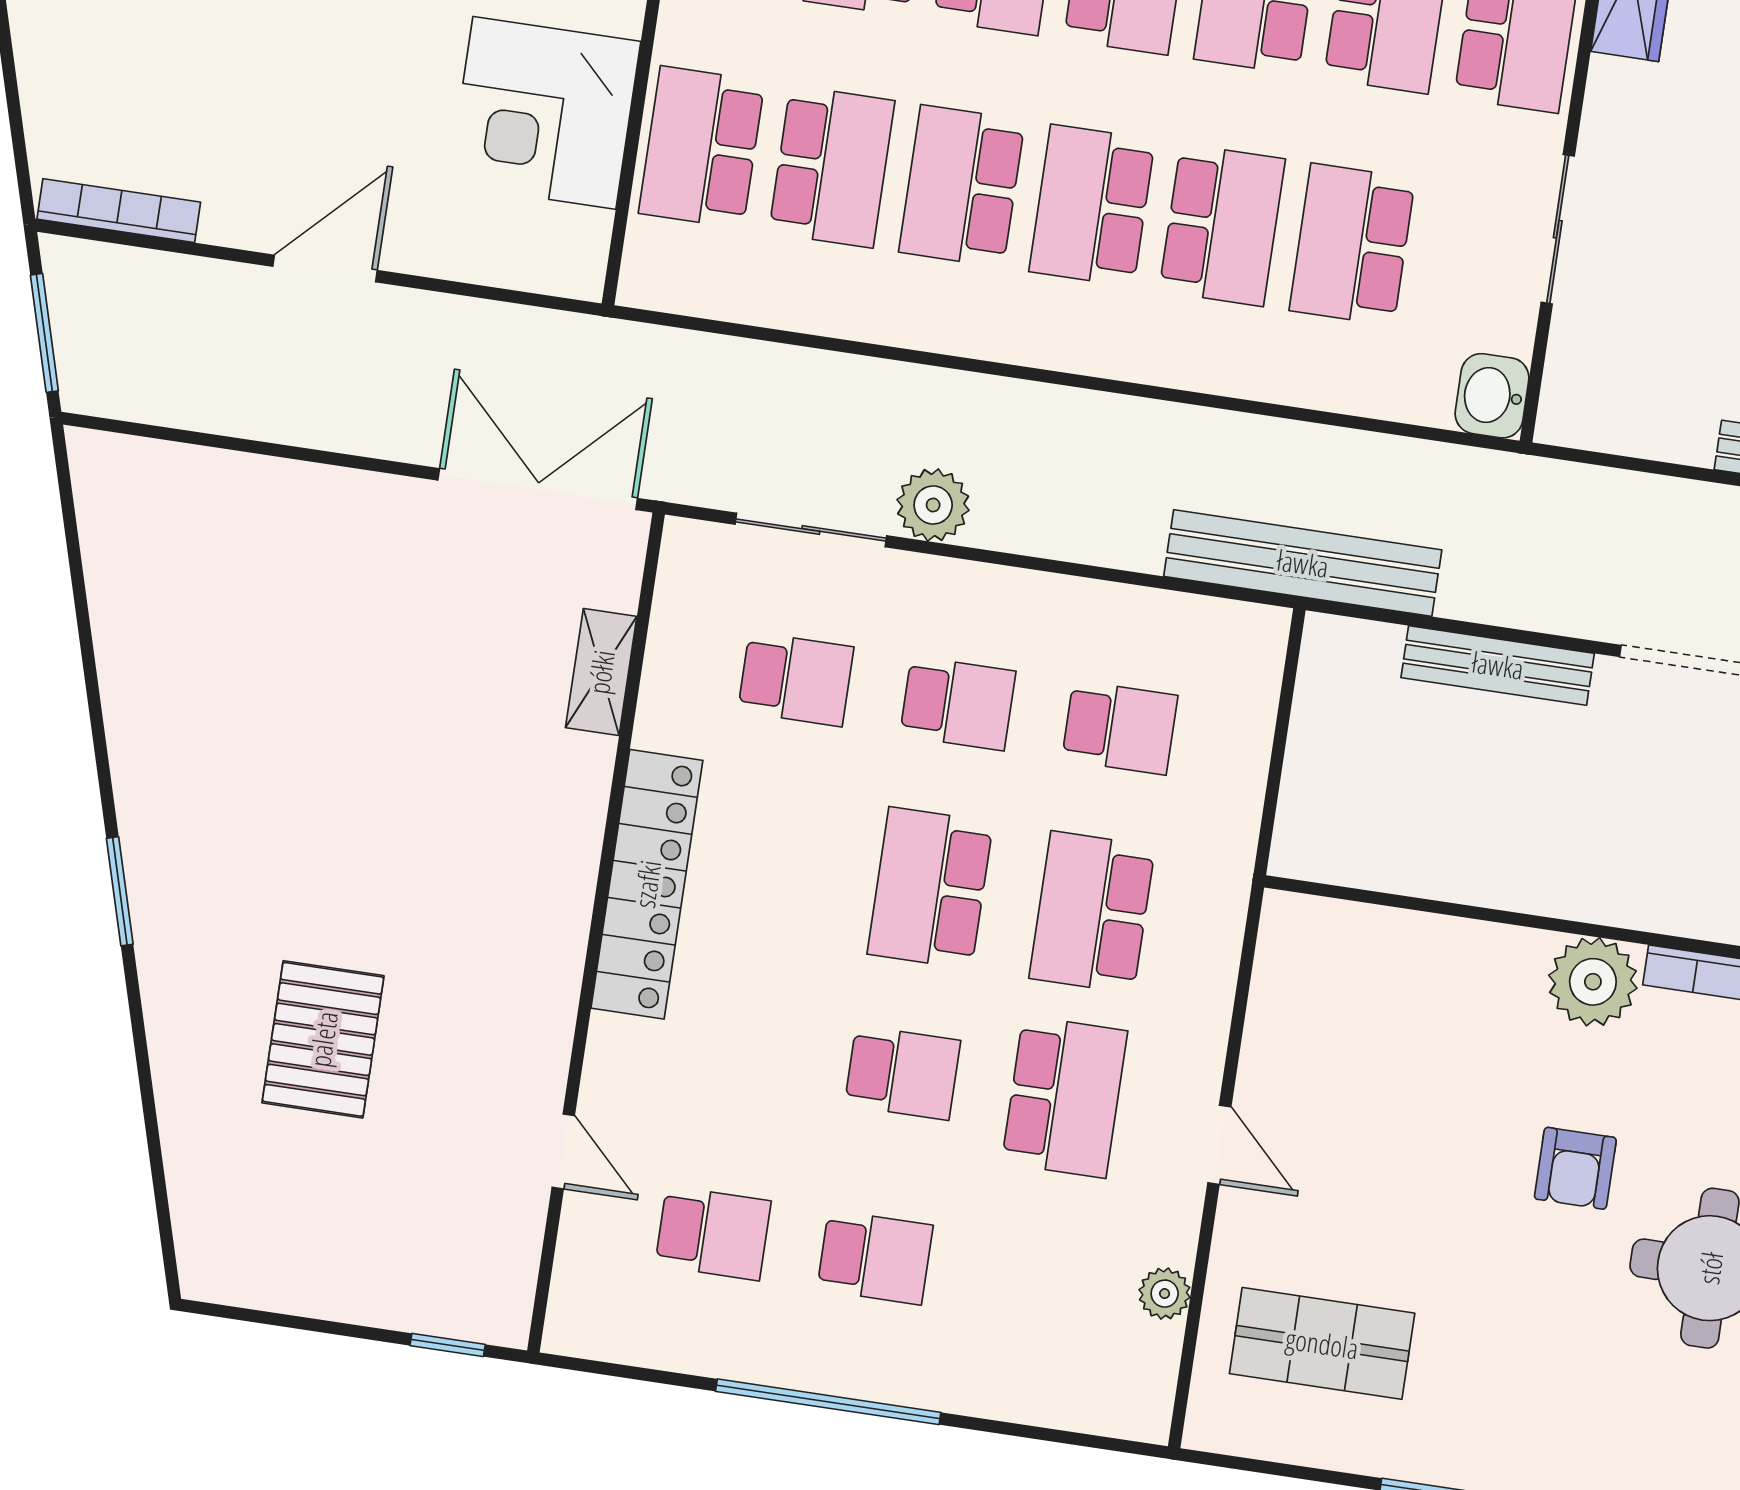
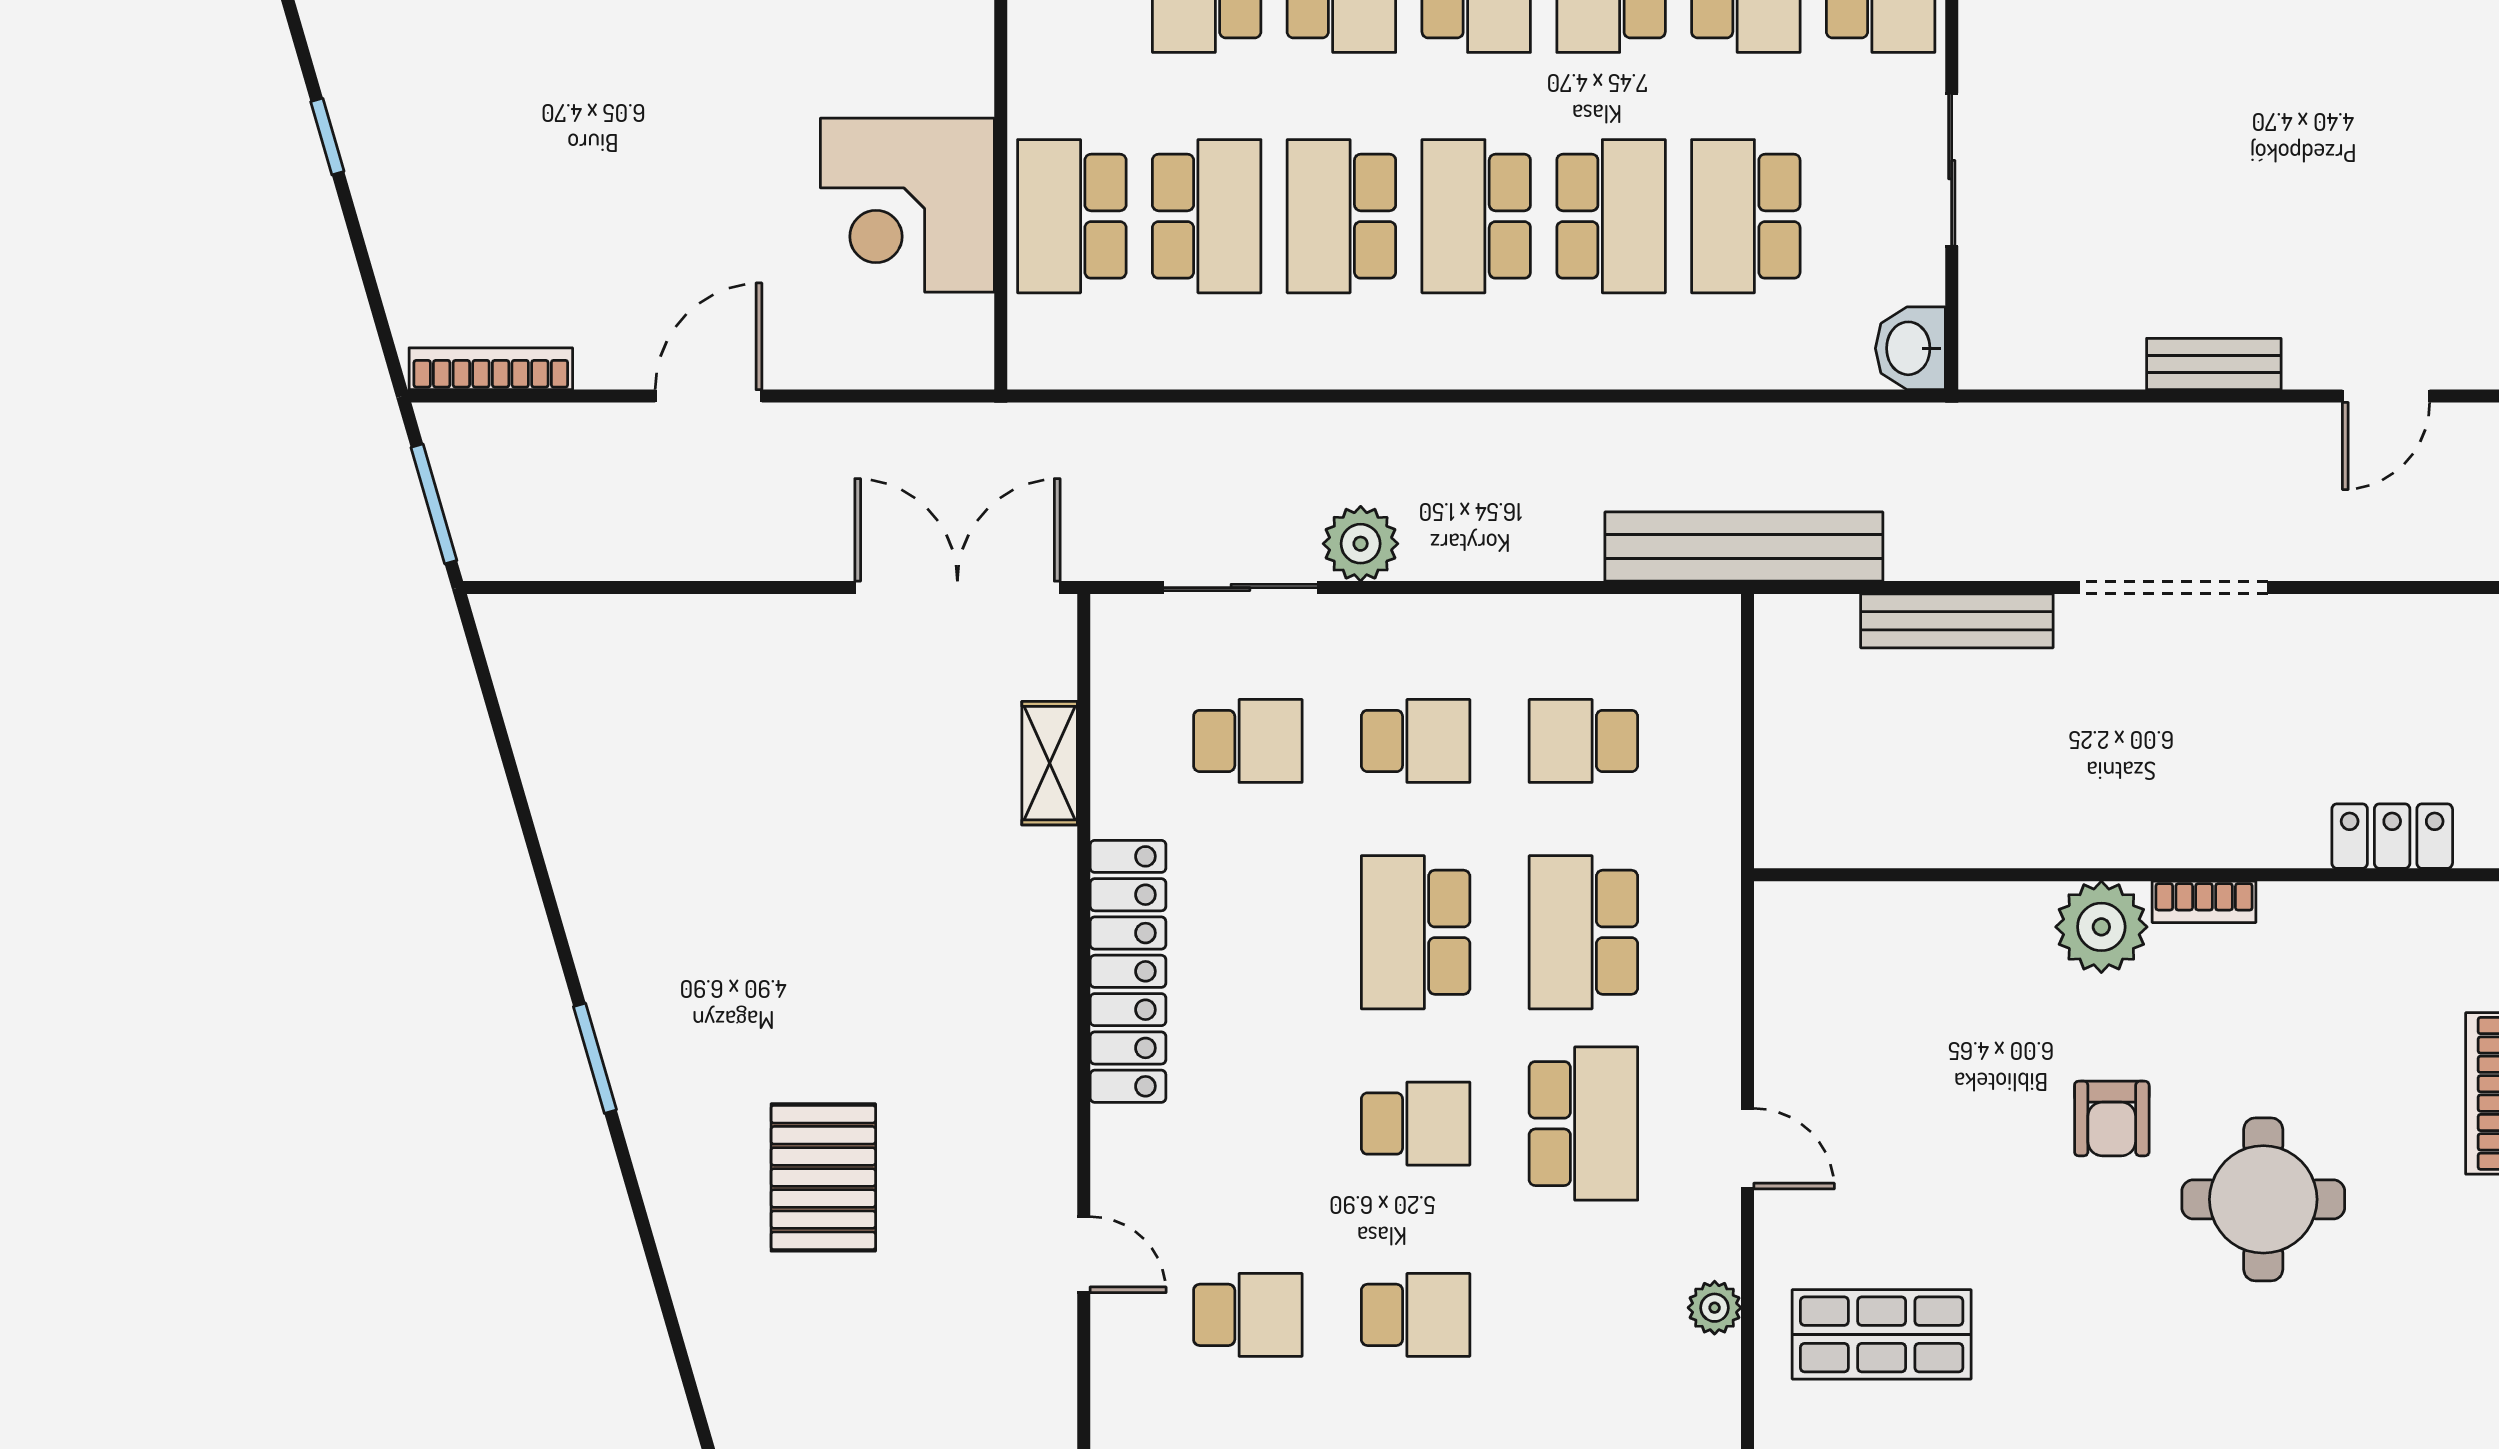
school desk: (1120, 728) -> (1583, 741), turned 180

